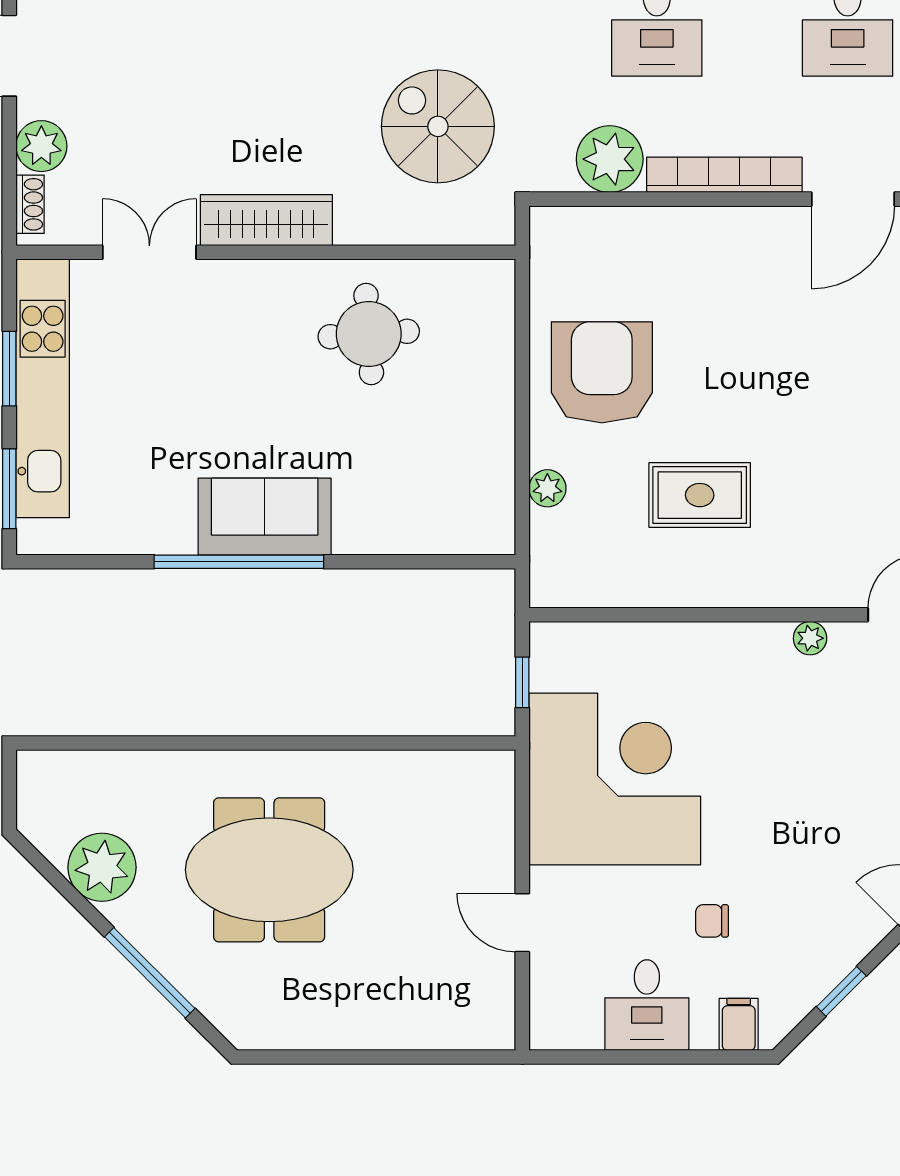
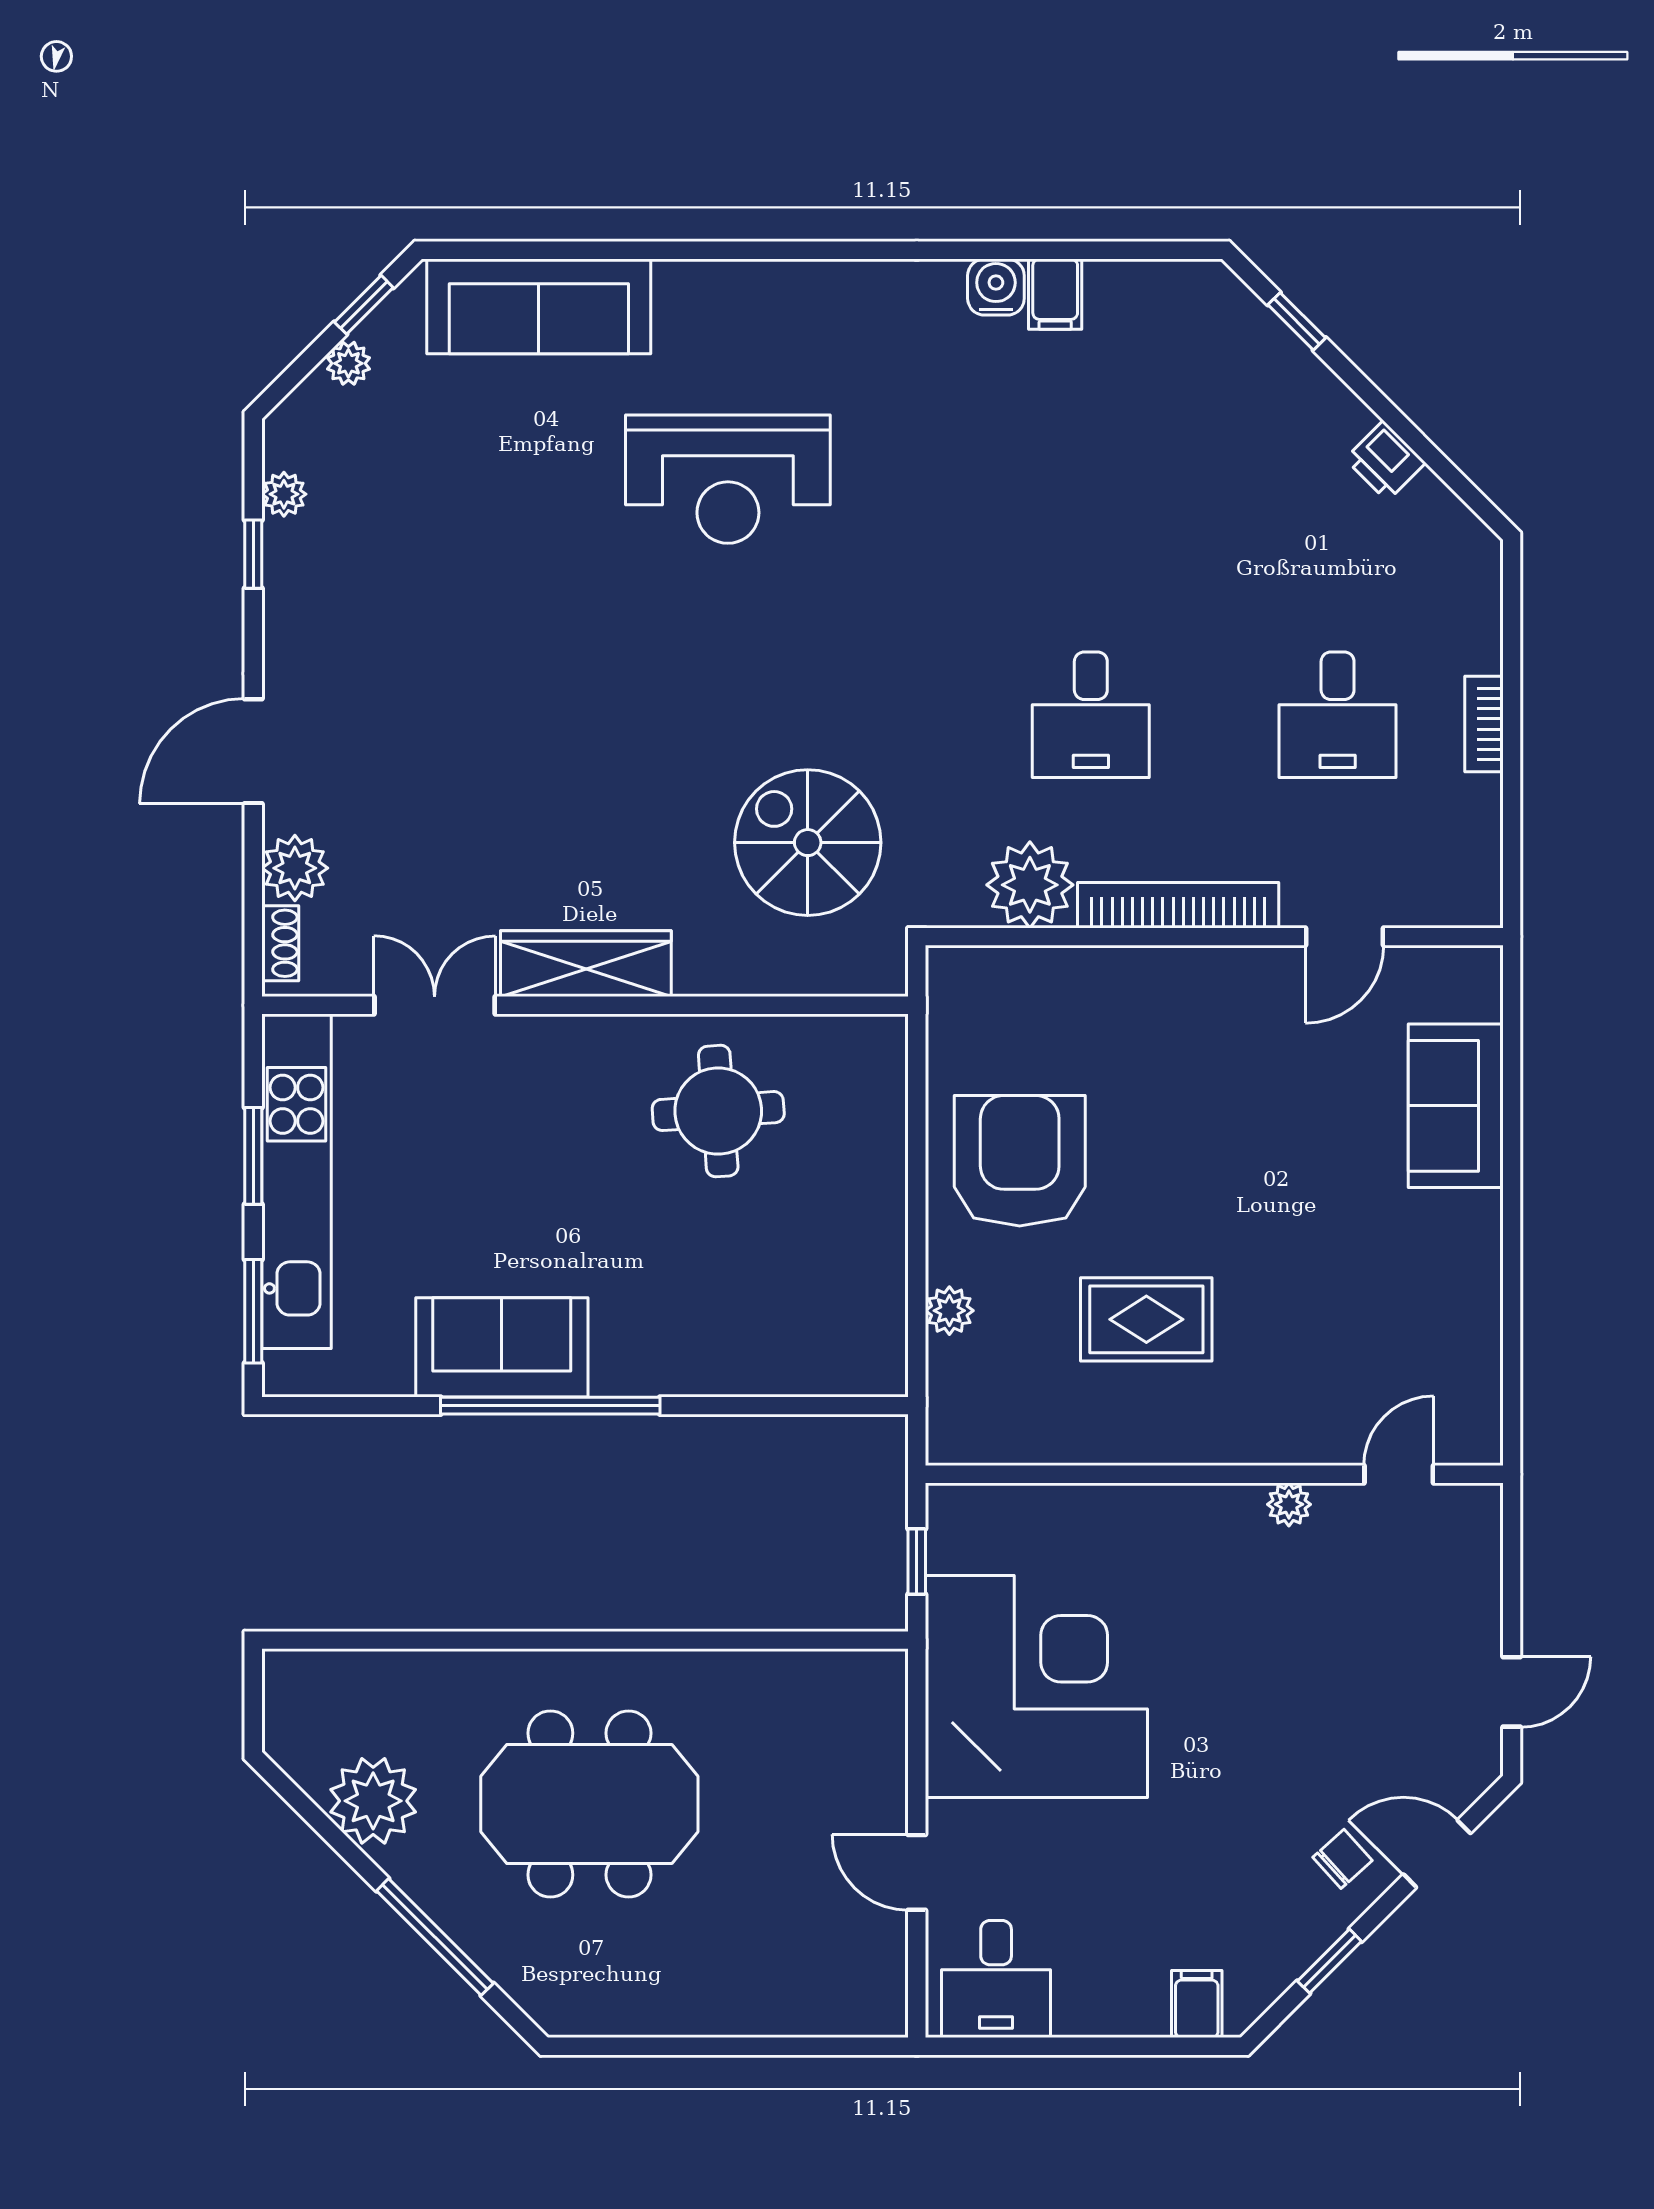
door: (853, 199) -> (1345, 937), width x0.73
sofa: (265, 517) -> (502, 1347), moved
chair: (712, 921) -> (1343, 1859), moved, turned 138
desk: (647, 1005) -> (996, 1979), moved

